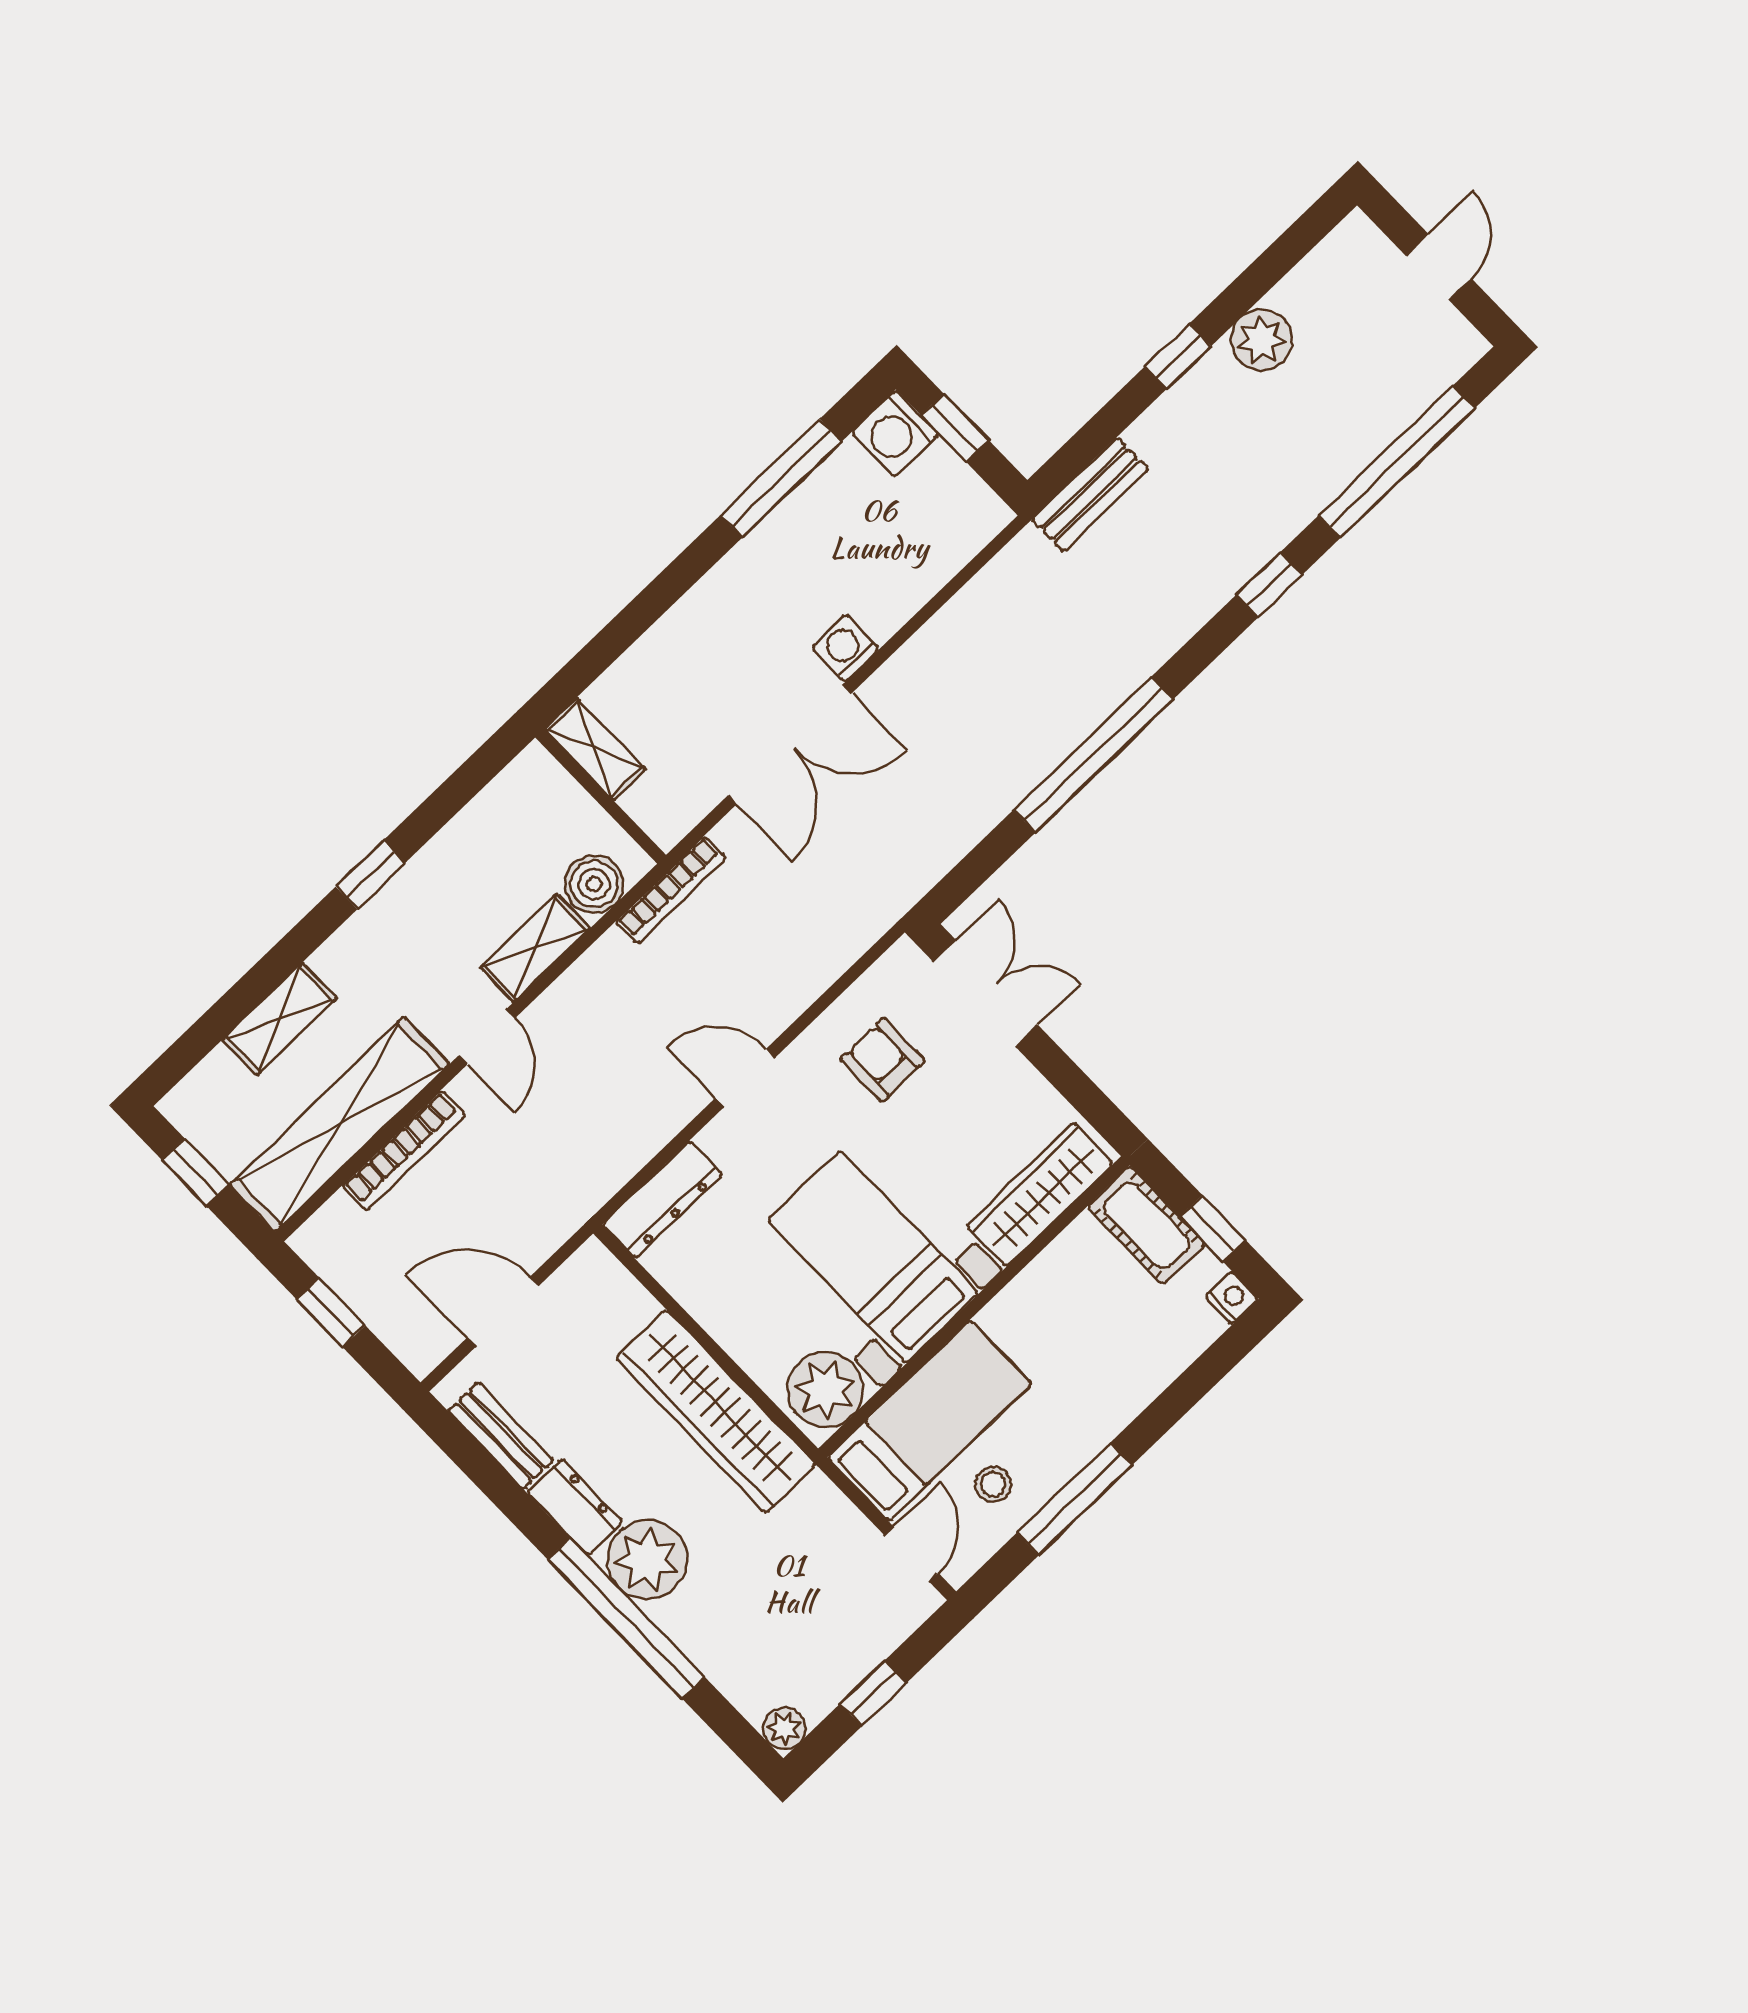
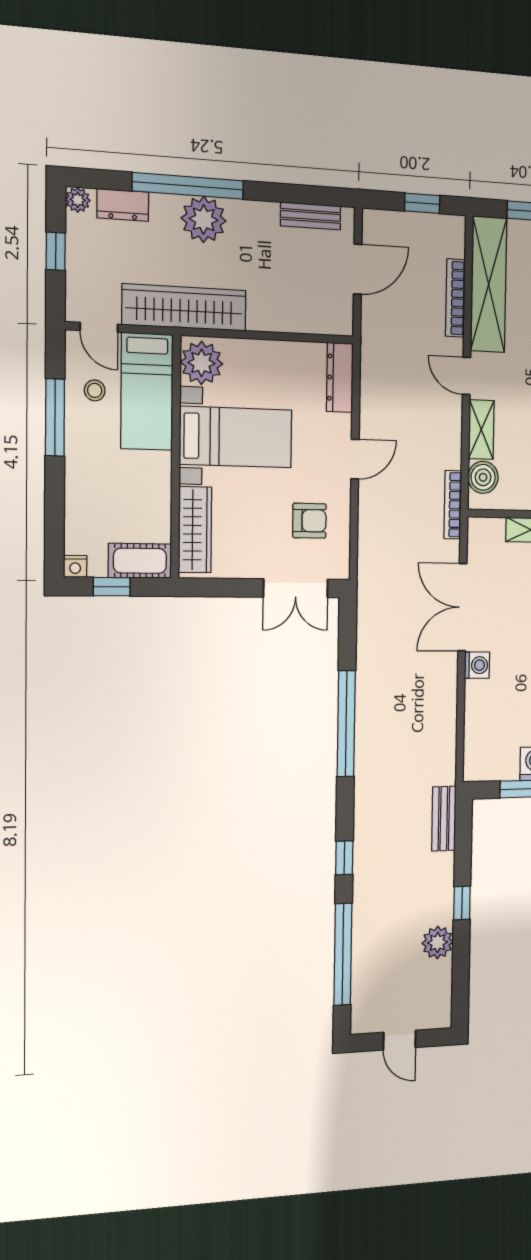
wardrobe: (716, 1411) -> (184, 308), moved
dresser: (575, 1507) -> (123, 205), moved

